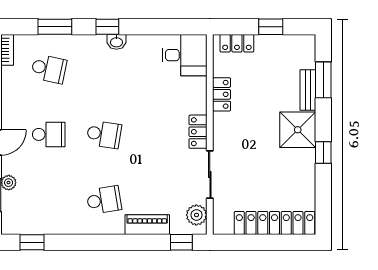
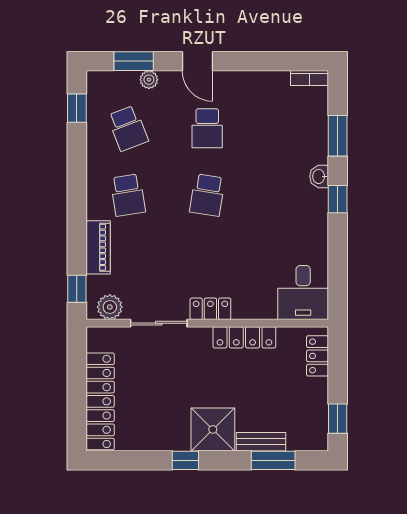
window: (271, 27) -> (338, 419), moved
washbasin: (116, 42) -> (319, 176), moved
school desk: (49, 69) -> (128, 128), moved, turned -33
locker: (222, 94) -> (244, 337), width x1.53

